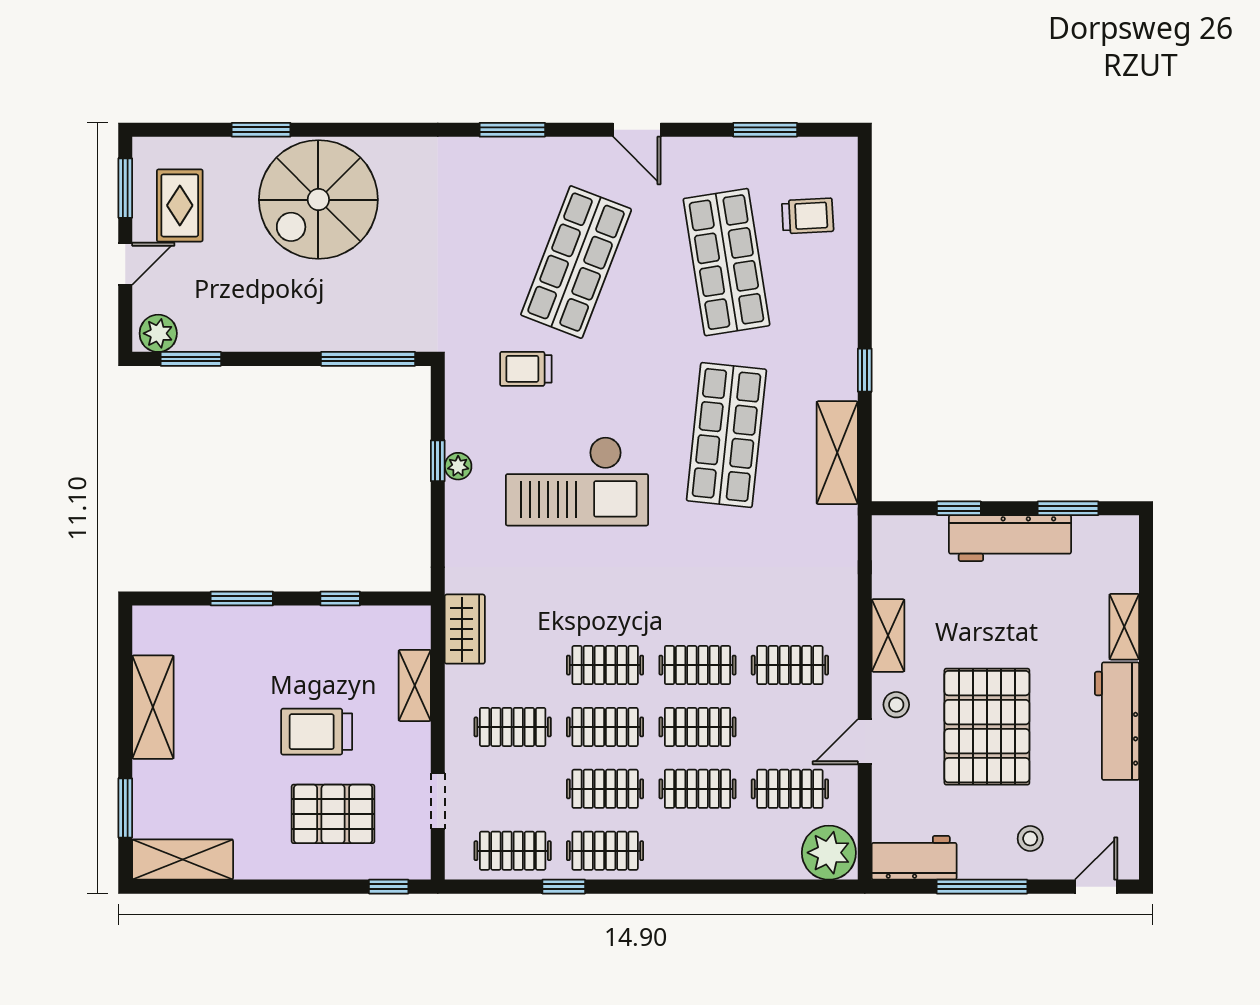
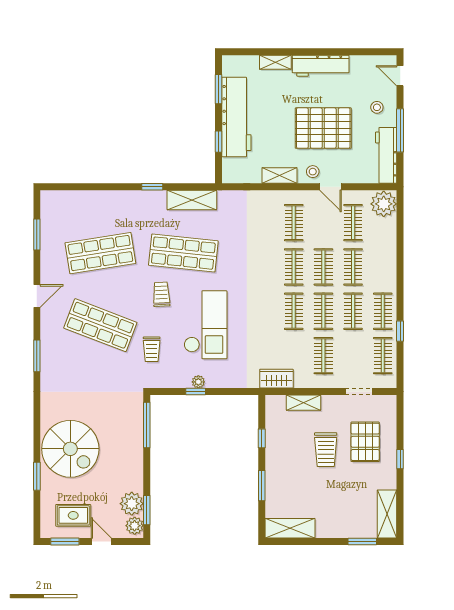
trolley: (808, 216) -> (161, 294), moved
plant: (204, 327) -> (132, 504), added
workbench: (1010, 538) -> (236, 117), width x1.36, depth x1.32
shelving: (153, 707) -> (290, 528), moved
workbench: (914, 858) -> (386, 155), width x1.37
window: (389, 887) -> (400, 459), moved

